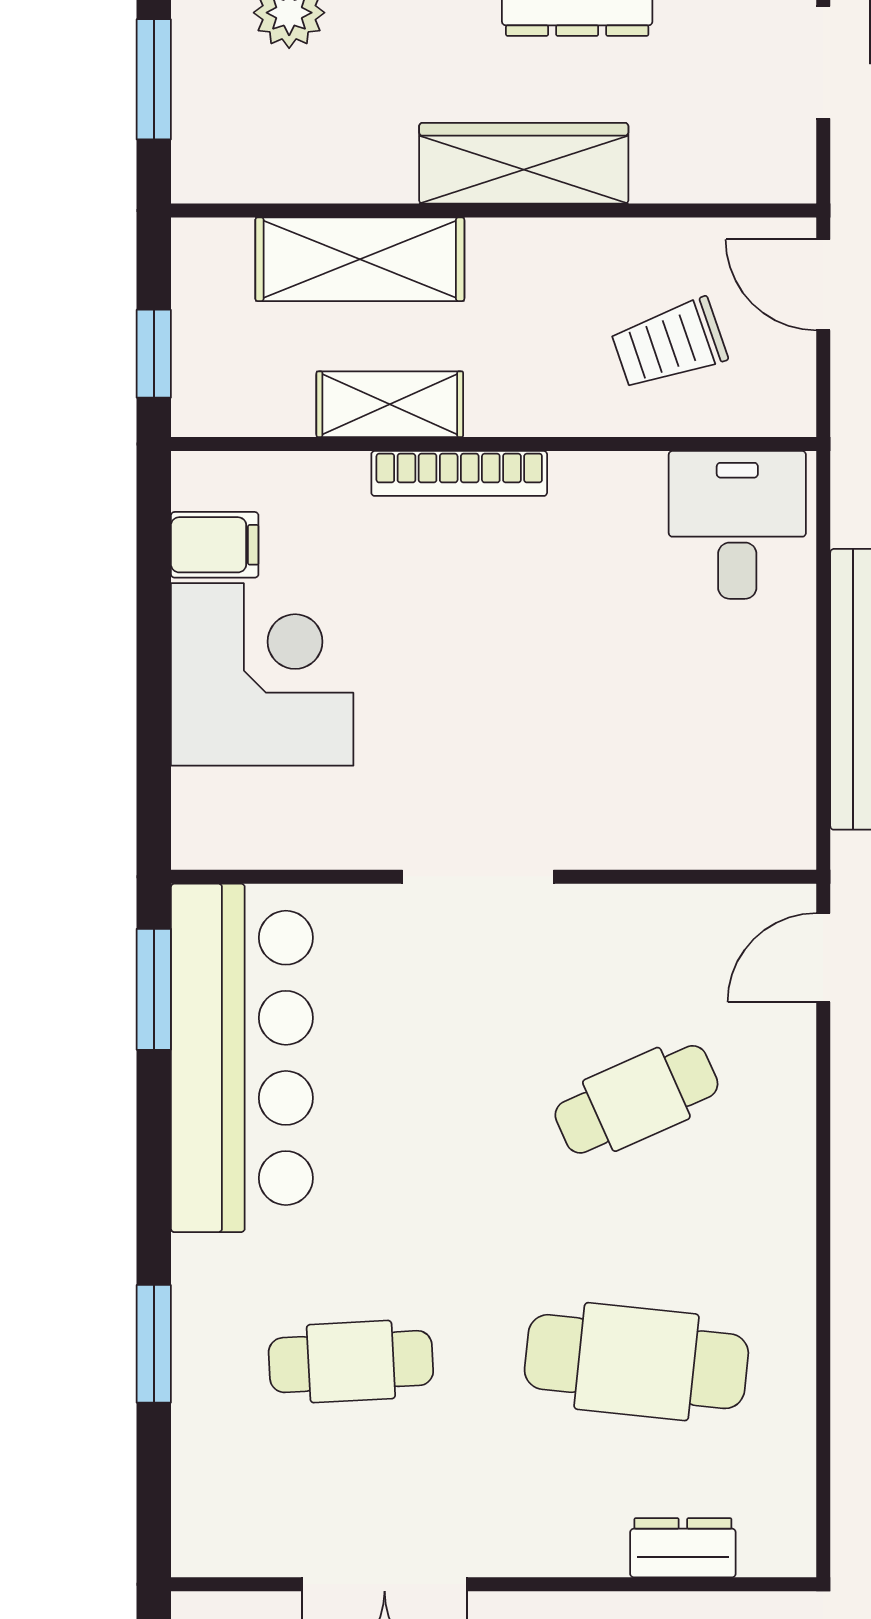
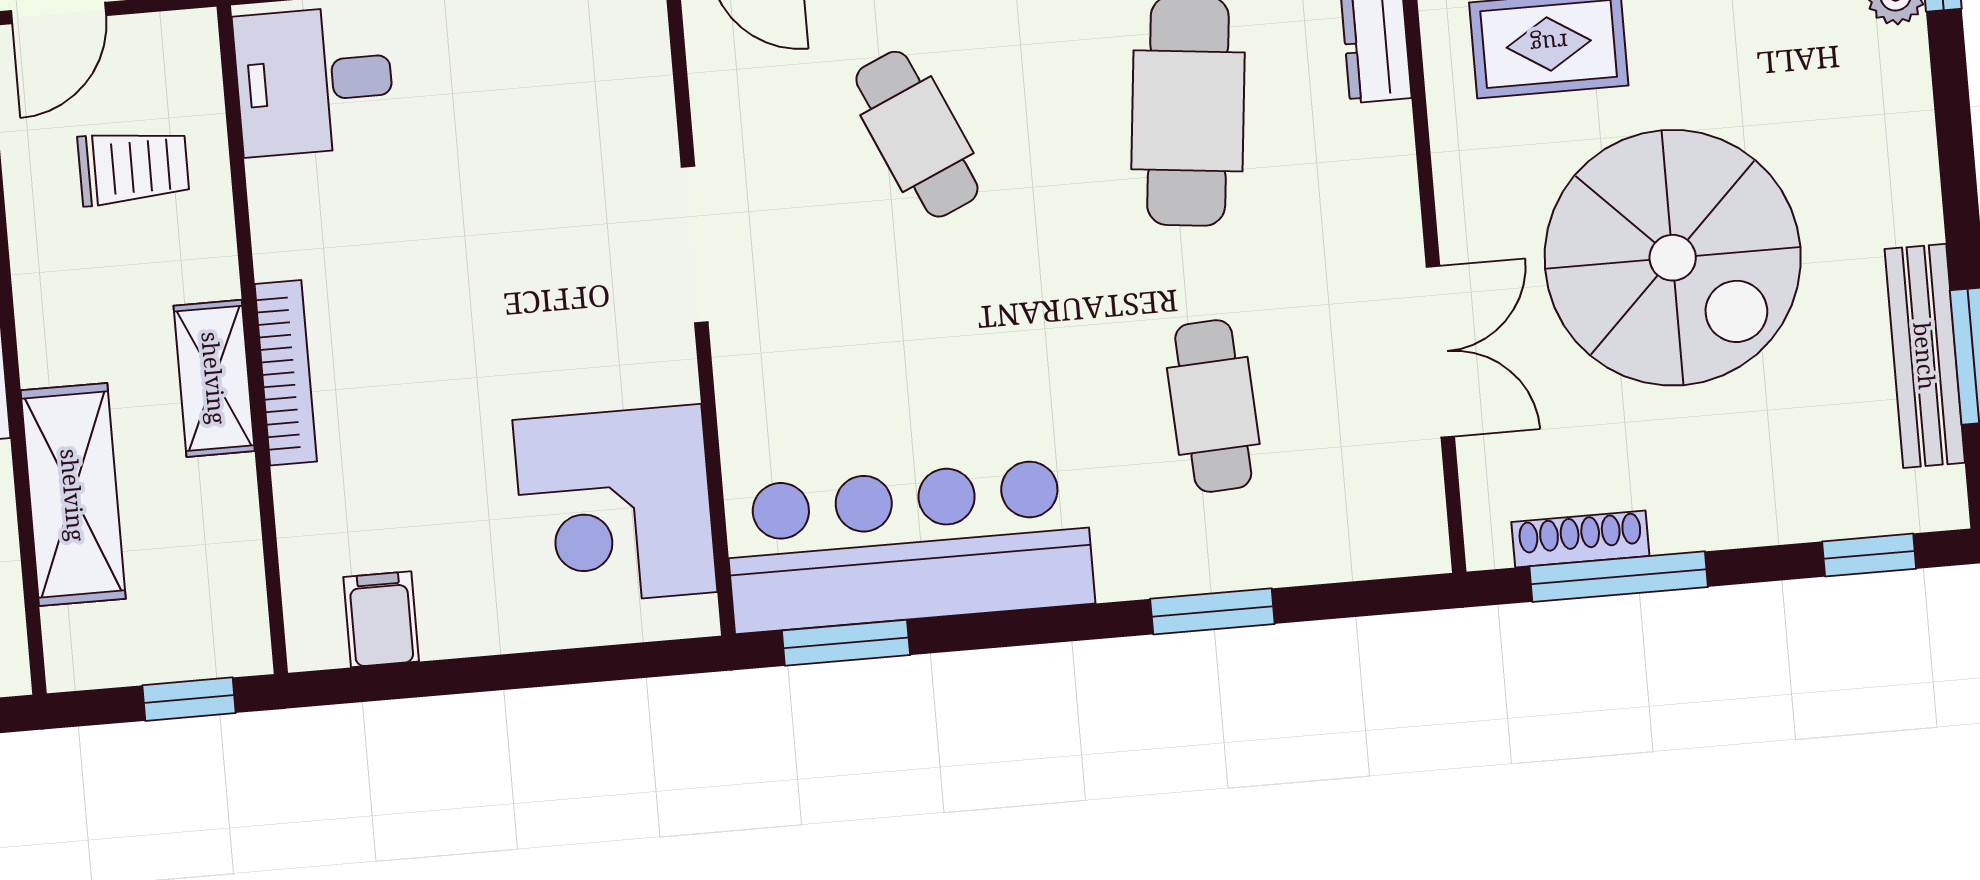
trolley: (669, 344) -> (133, 167), turned -71
shelving: (390, 404) -> (214, 378), moved
corner desk: (262, 674) -> (615, 506), moved, turned -90
doorway: (478, 877) -> (695, 244), moved

